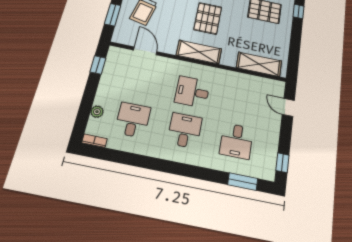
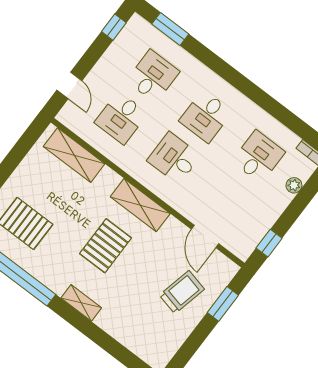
desk: (192, 92) -> (174, 158), turned 180
desk: (242, 102) -> (121, 118), added
desk: (133, 120) -> (258, 157), turned 180

